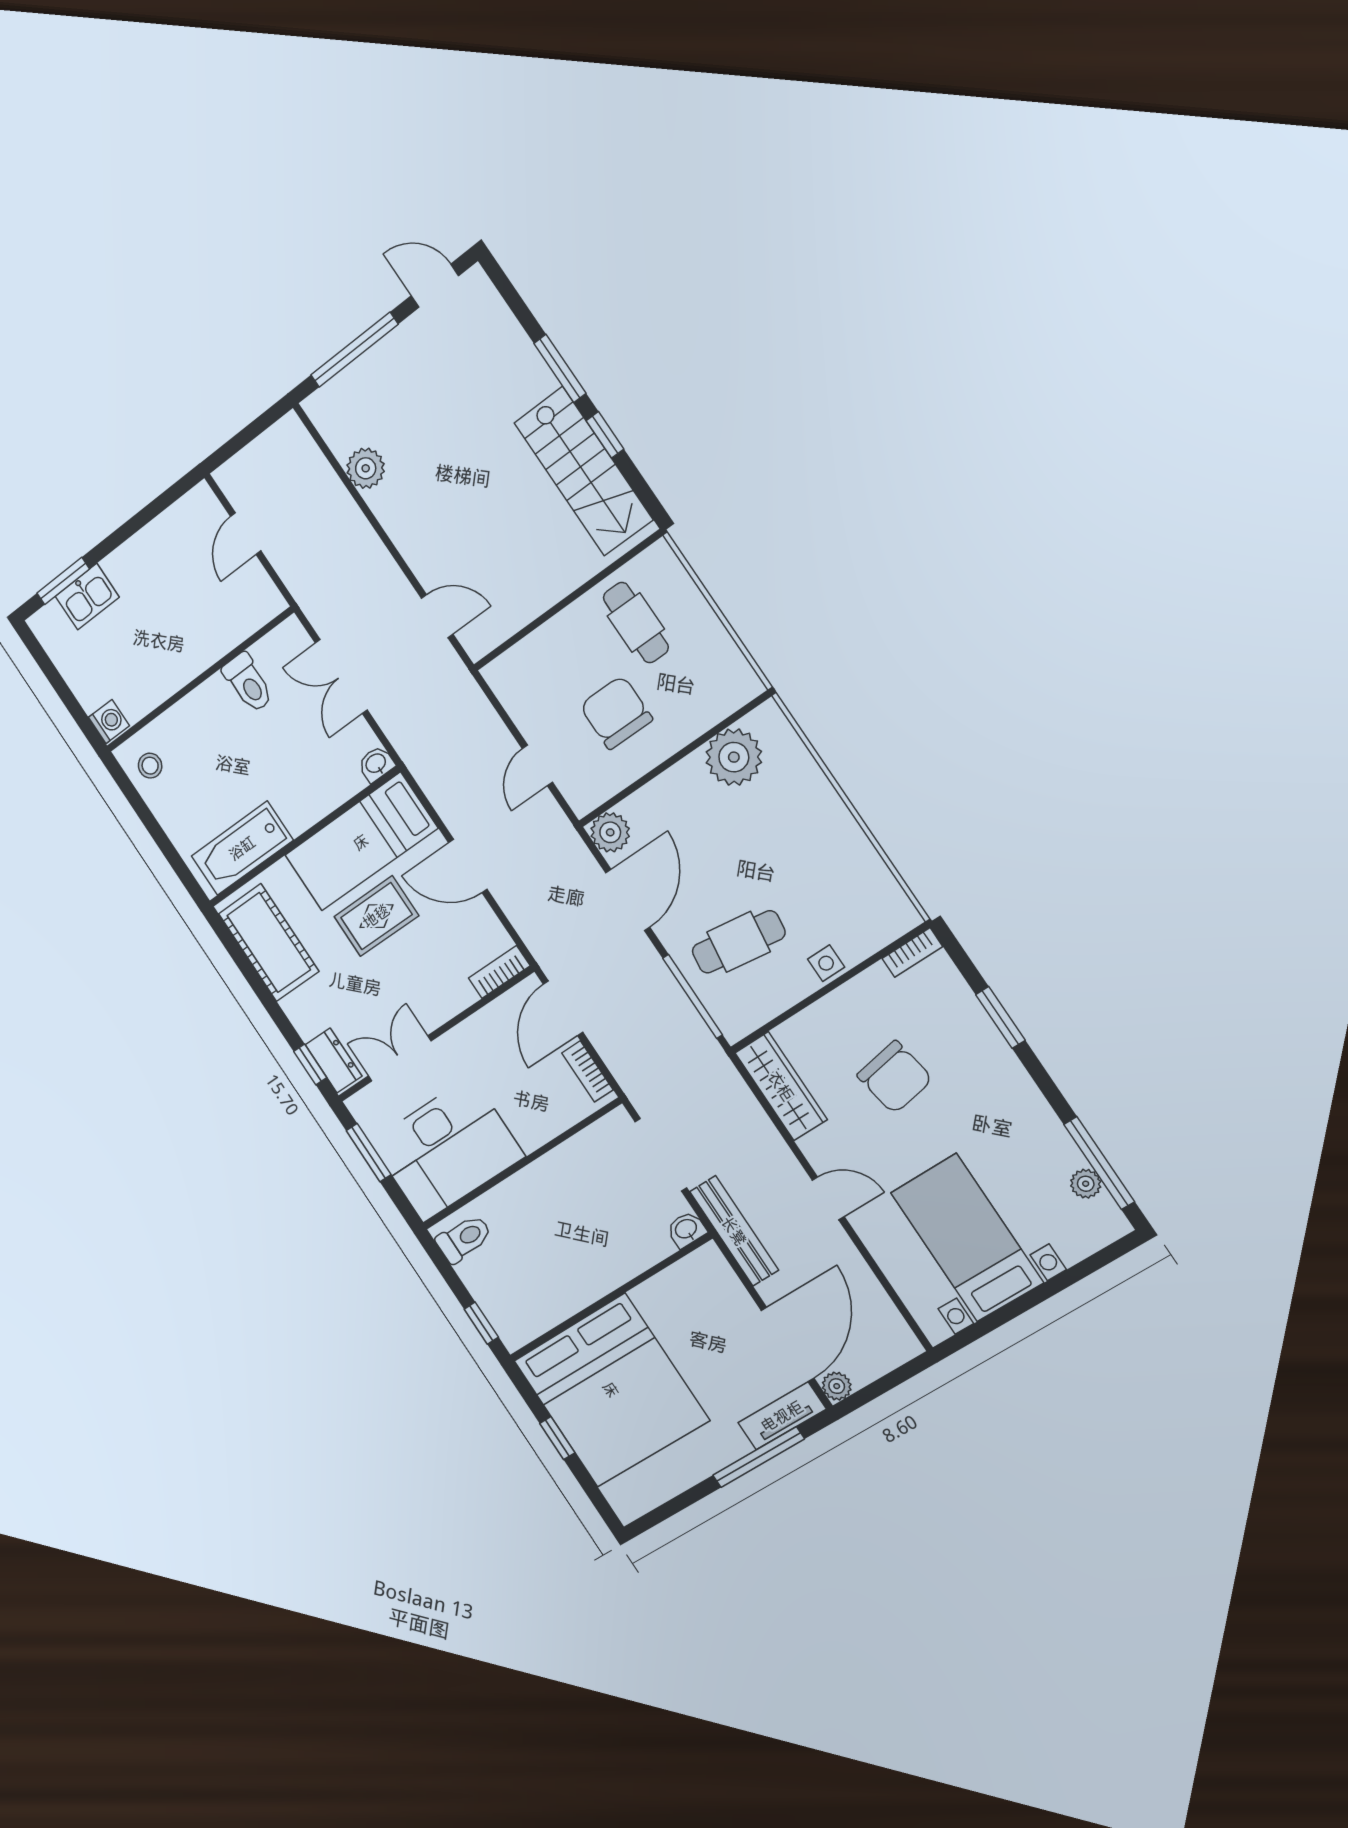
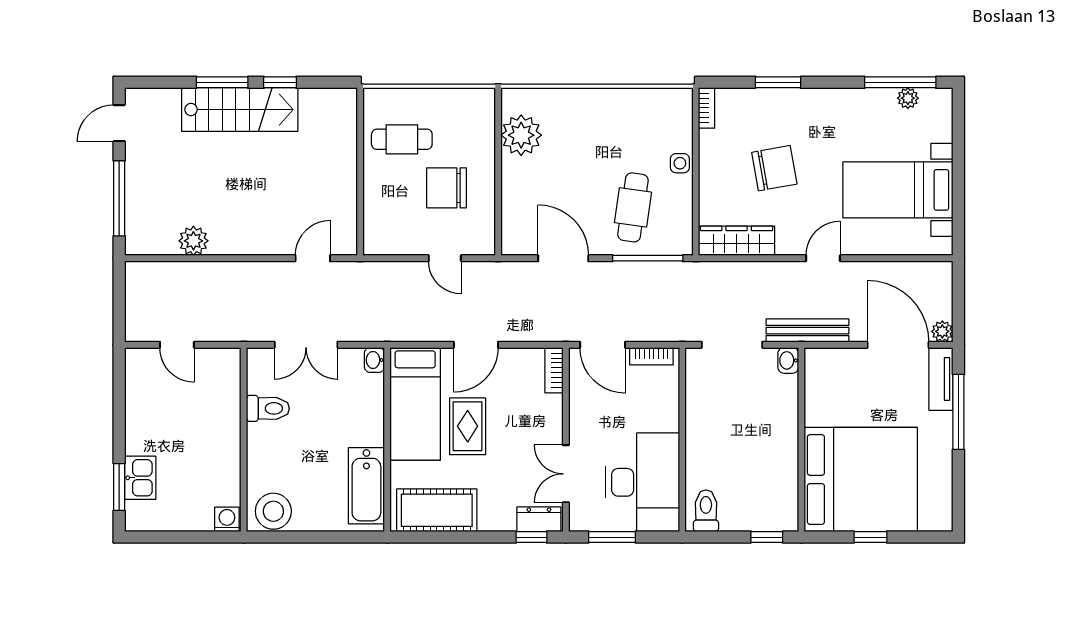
stairs: (583, 471) -> (240, 110), moved
stool: (150, 766) -> (273, 511), width x1.89, depth x1.89
plant: (610, 832) -> (515, 241), removed

